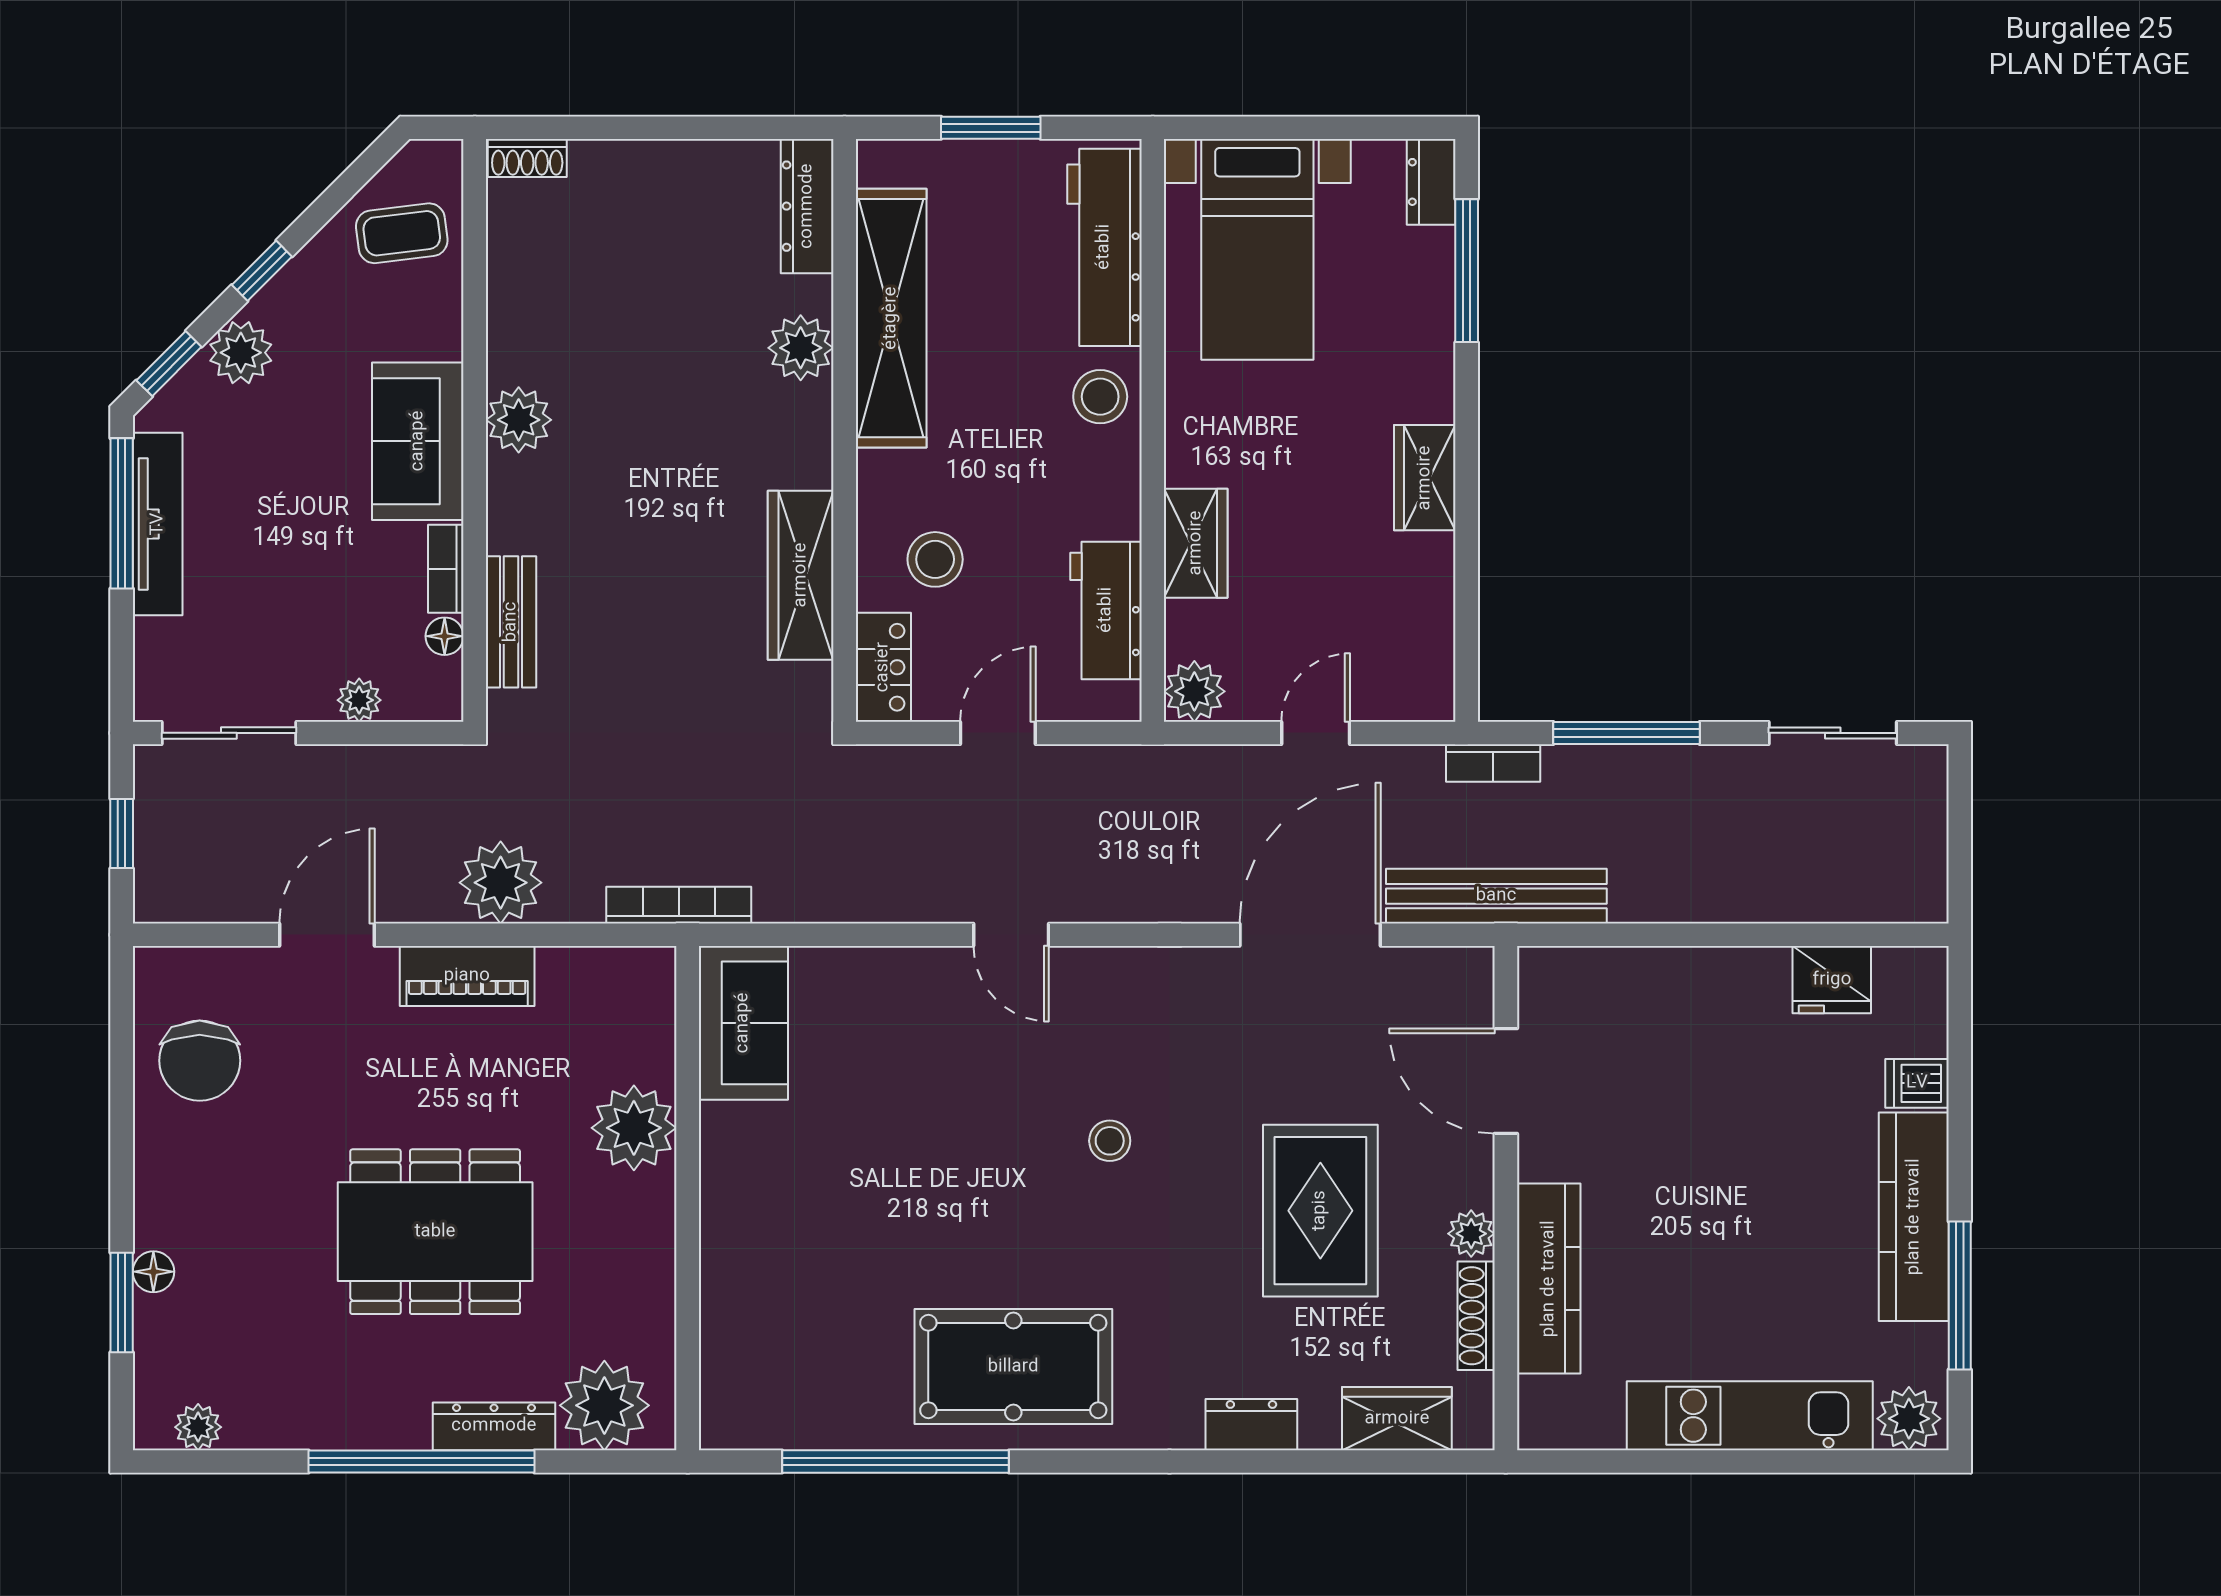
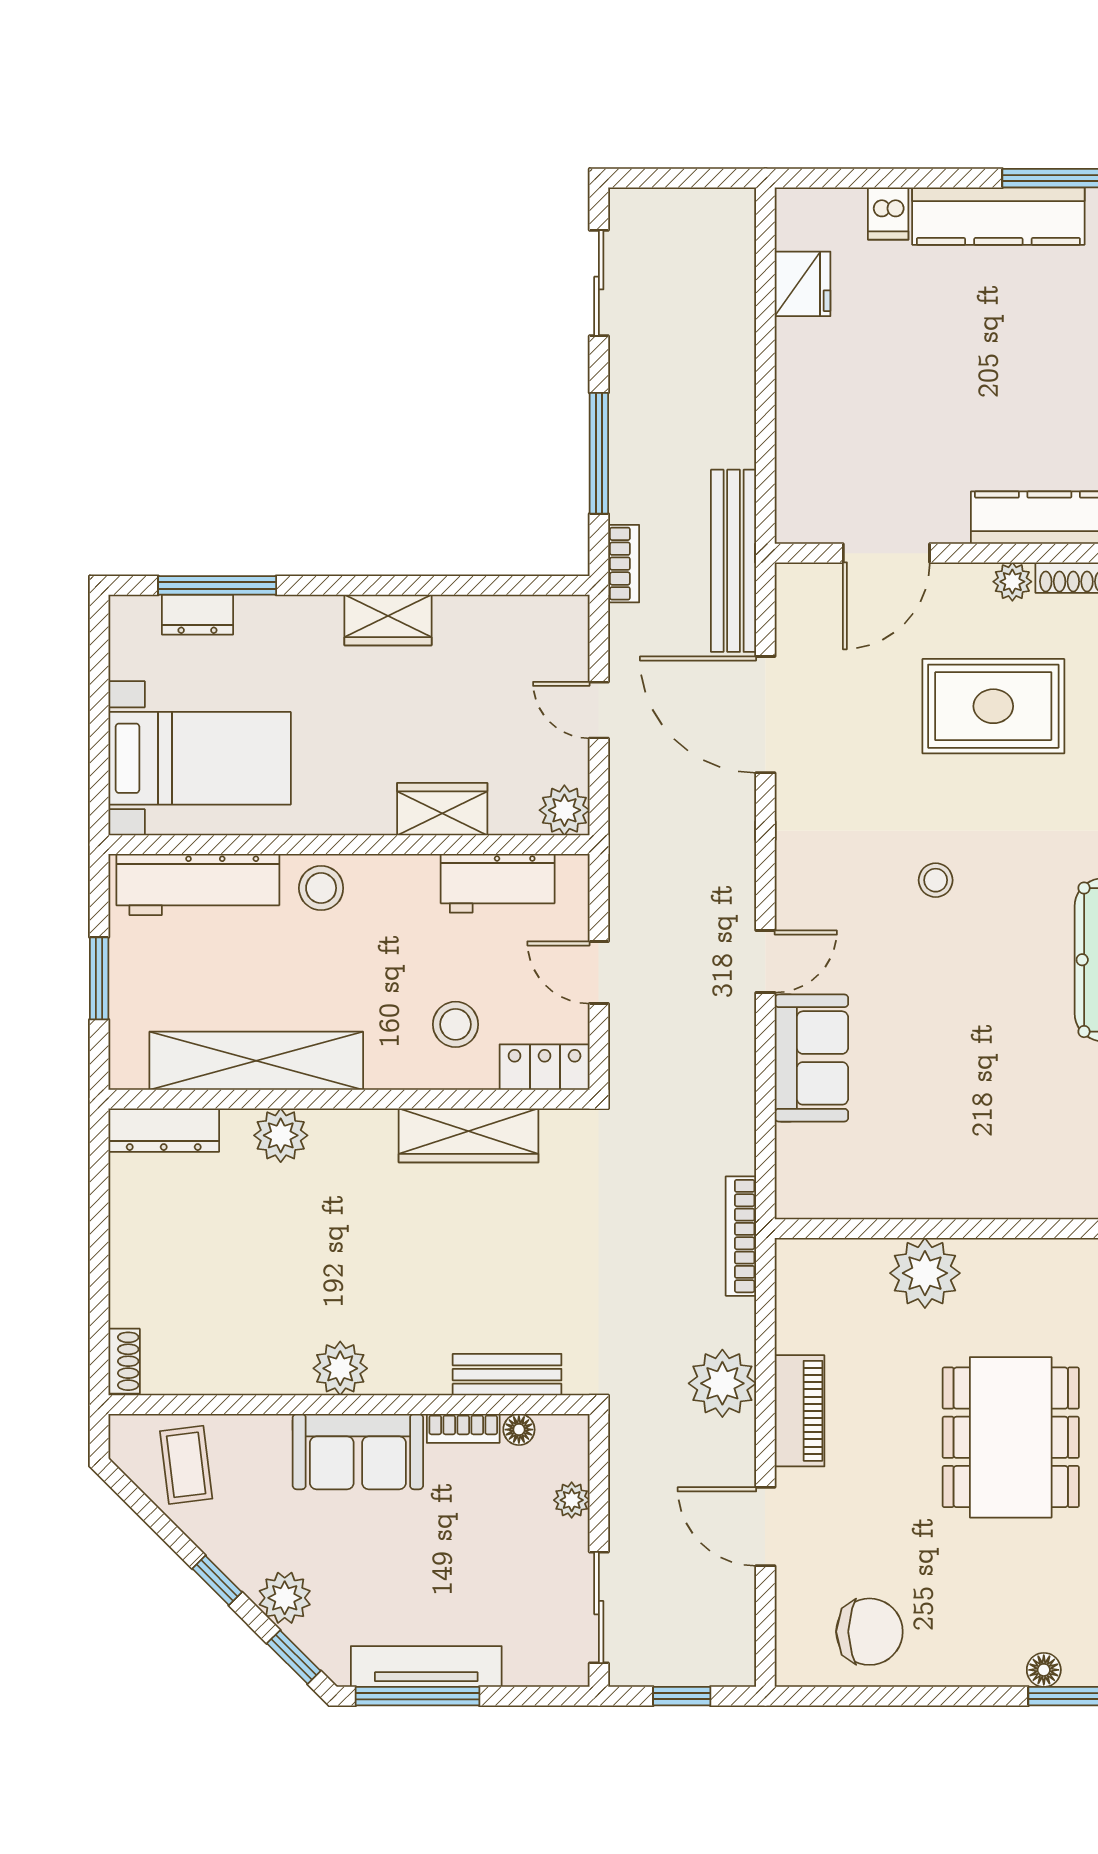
dresser: (1431, 182) -> (197, 615), moved
sofa: (743, 1023) -> (811, 1058), moved, turned 90

